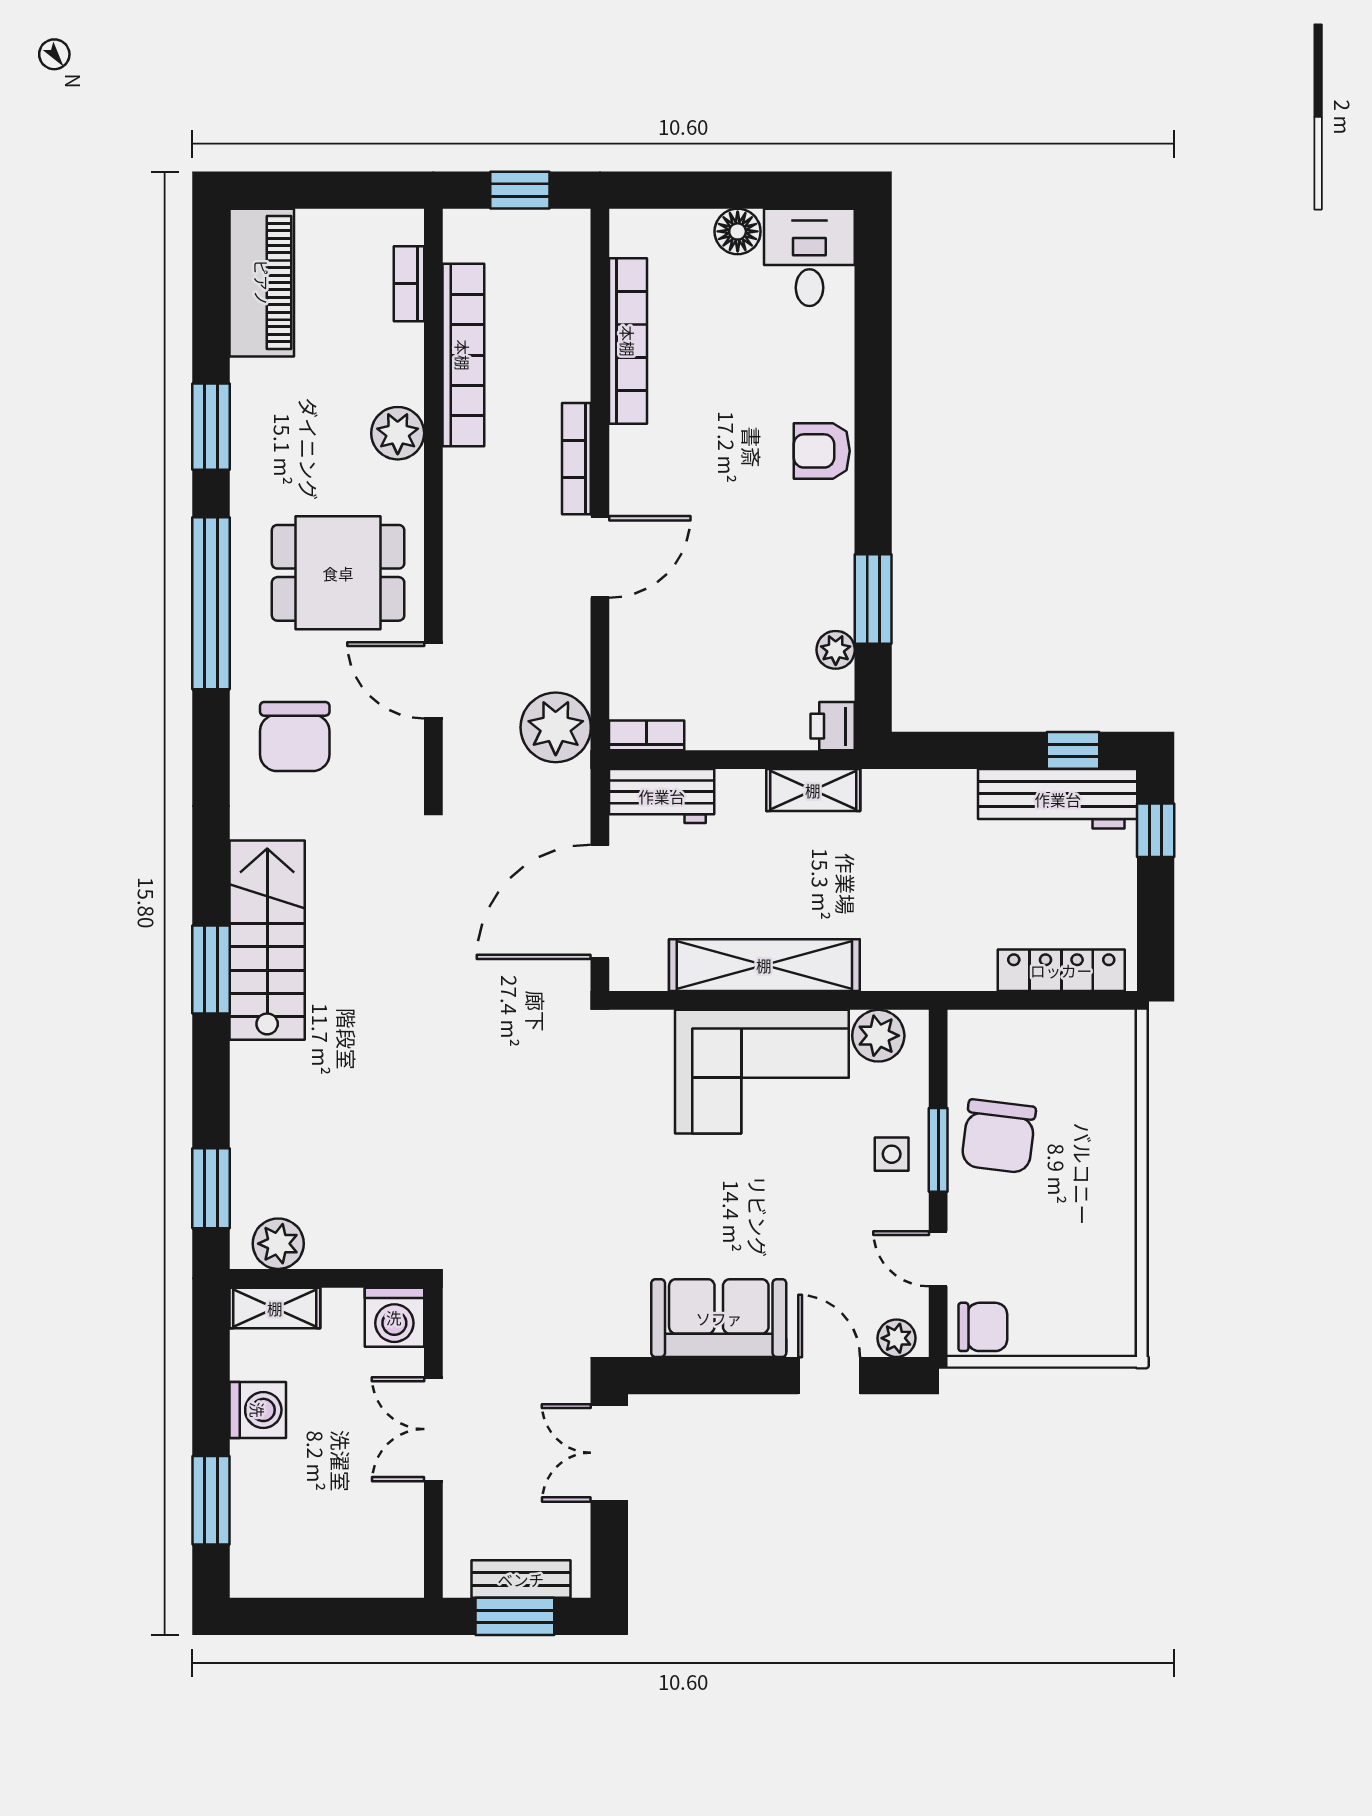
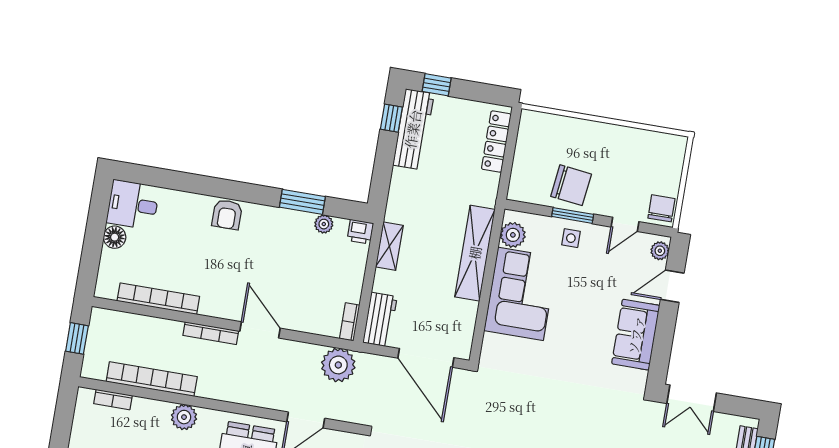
shelving: (764, 965) -> (475, 253), moved

